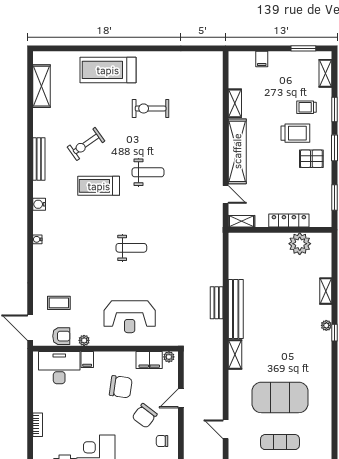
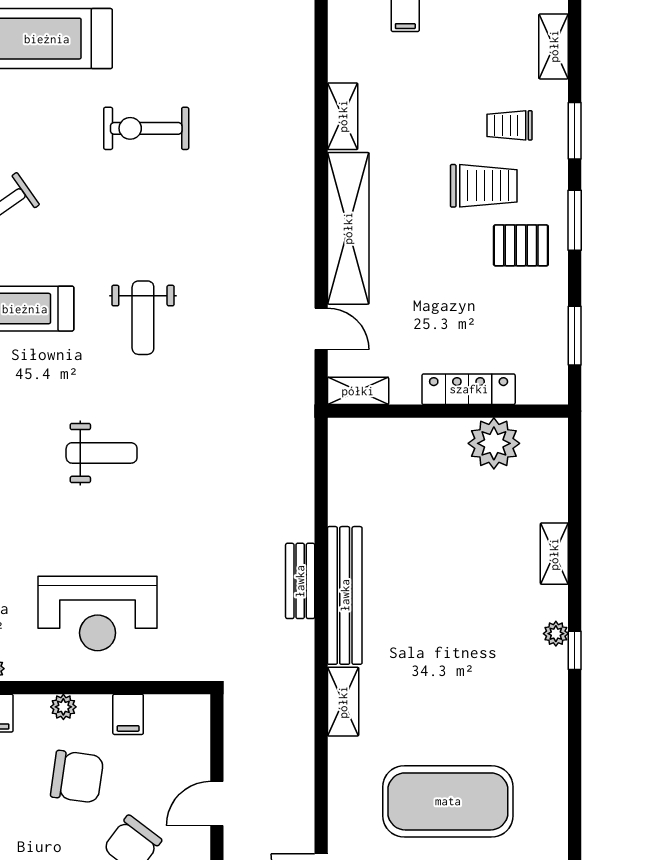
weight bench: (148, 172) -> (143, 318), moved, turned 90
plant: (169, 357) -> (63, 707), moved
filing cabinet: (149, 360) -> (128, 714), width x0.50

